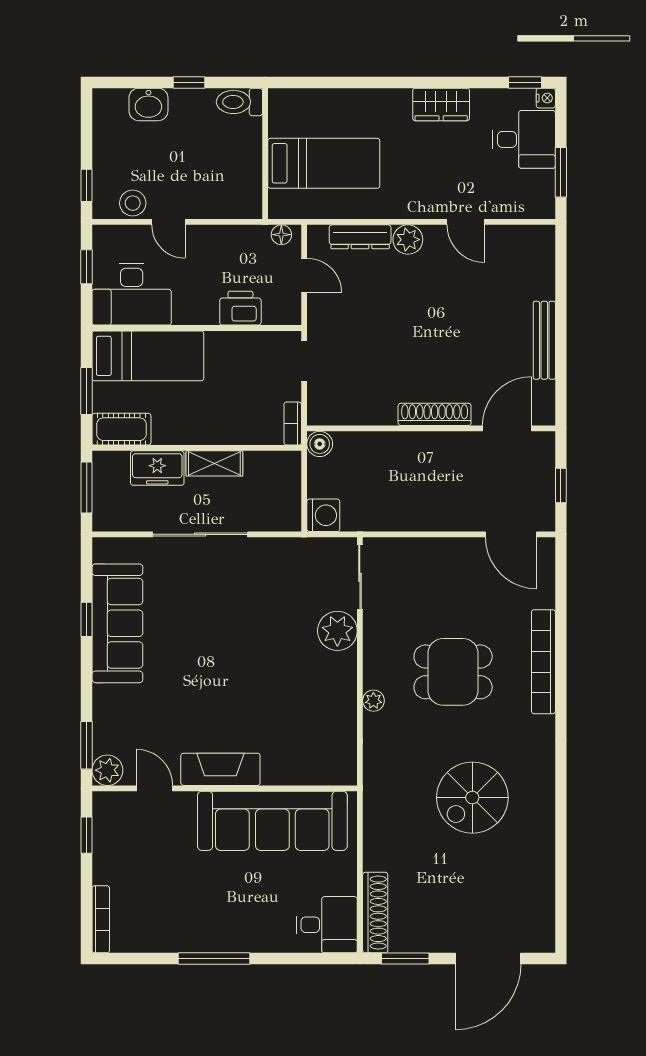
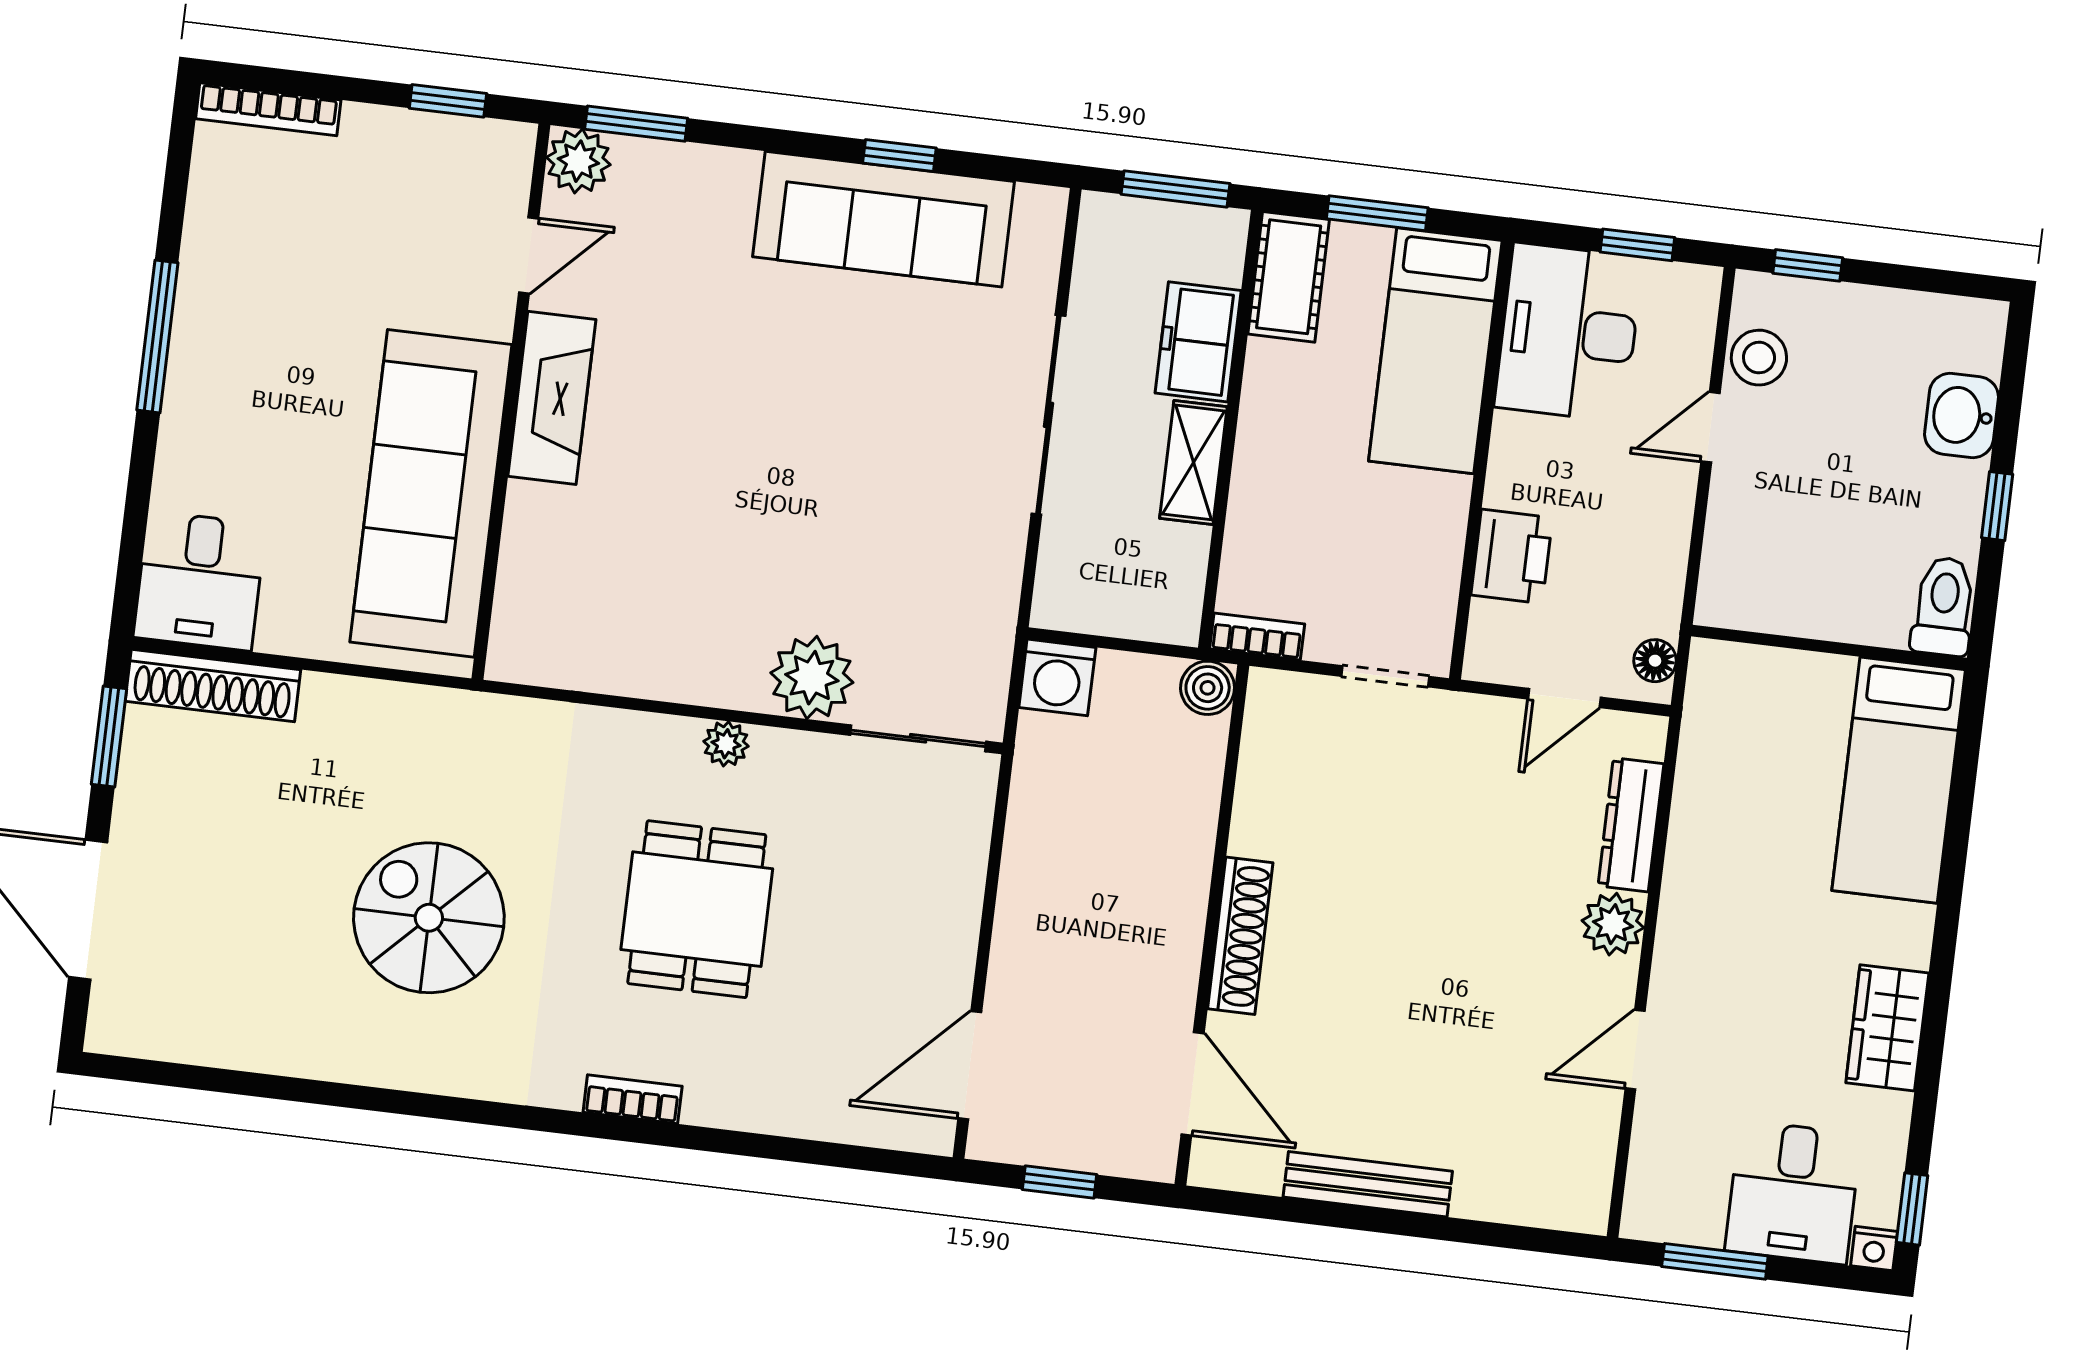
bed: (324, 163) -> (1899, 780), moved
bookcase: (543, 662) -> (633, 1099), width x0.43, depth x0.76
plant: (373, 701) -> (726, 744), moved

